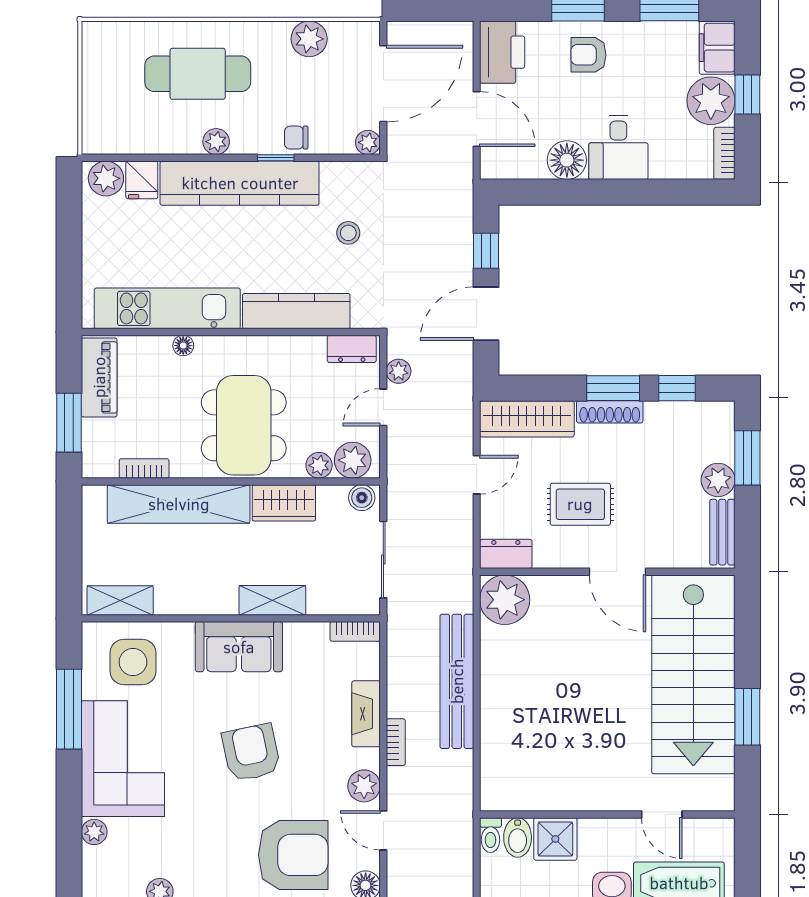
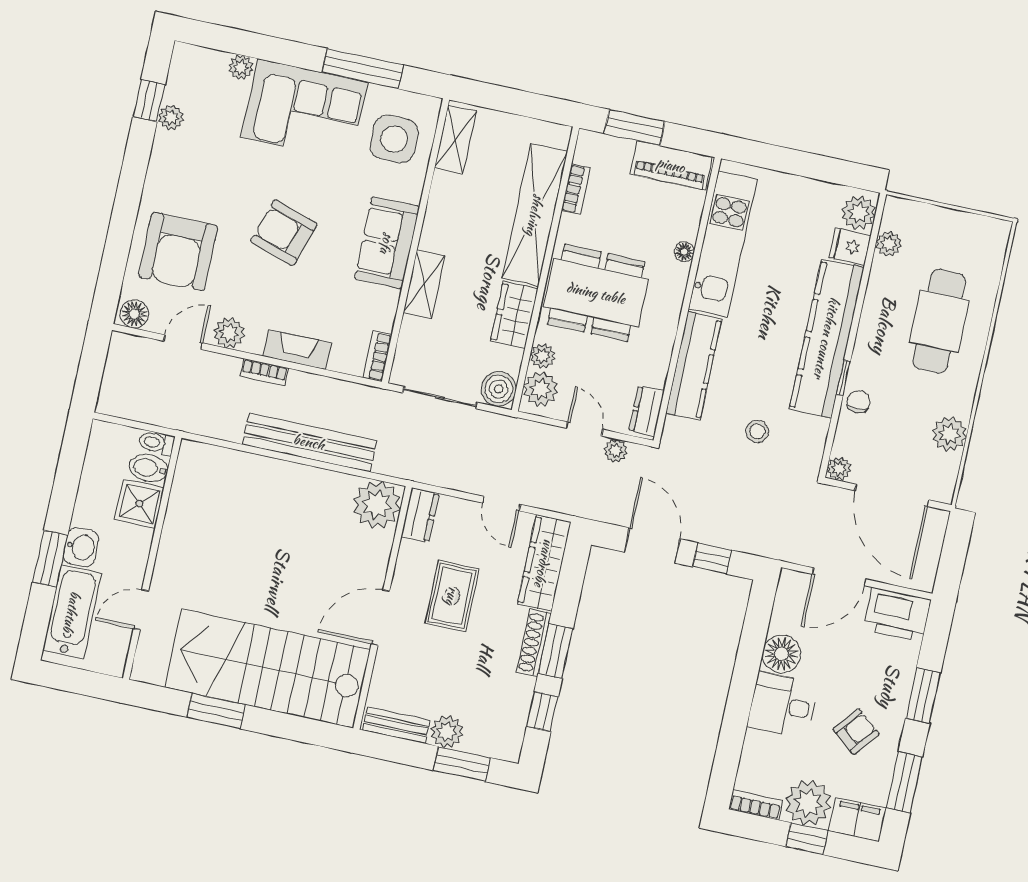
armchair: (588, 55) -> (856, 732), moved, turned 39
plant: (216, 142) -> (889, 244), moved
boiler: (362, 498) -> (499, 389), width x1.36, depth x1.36
armchair: (251, 753) -> (284, 233), turned -150

